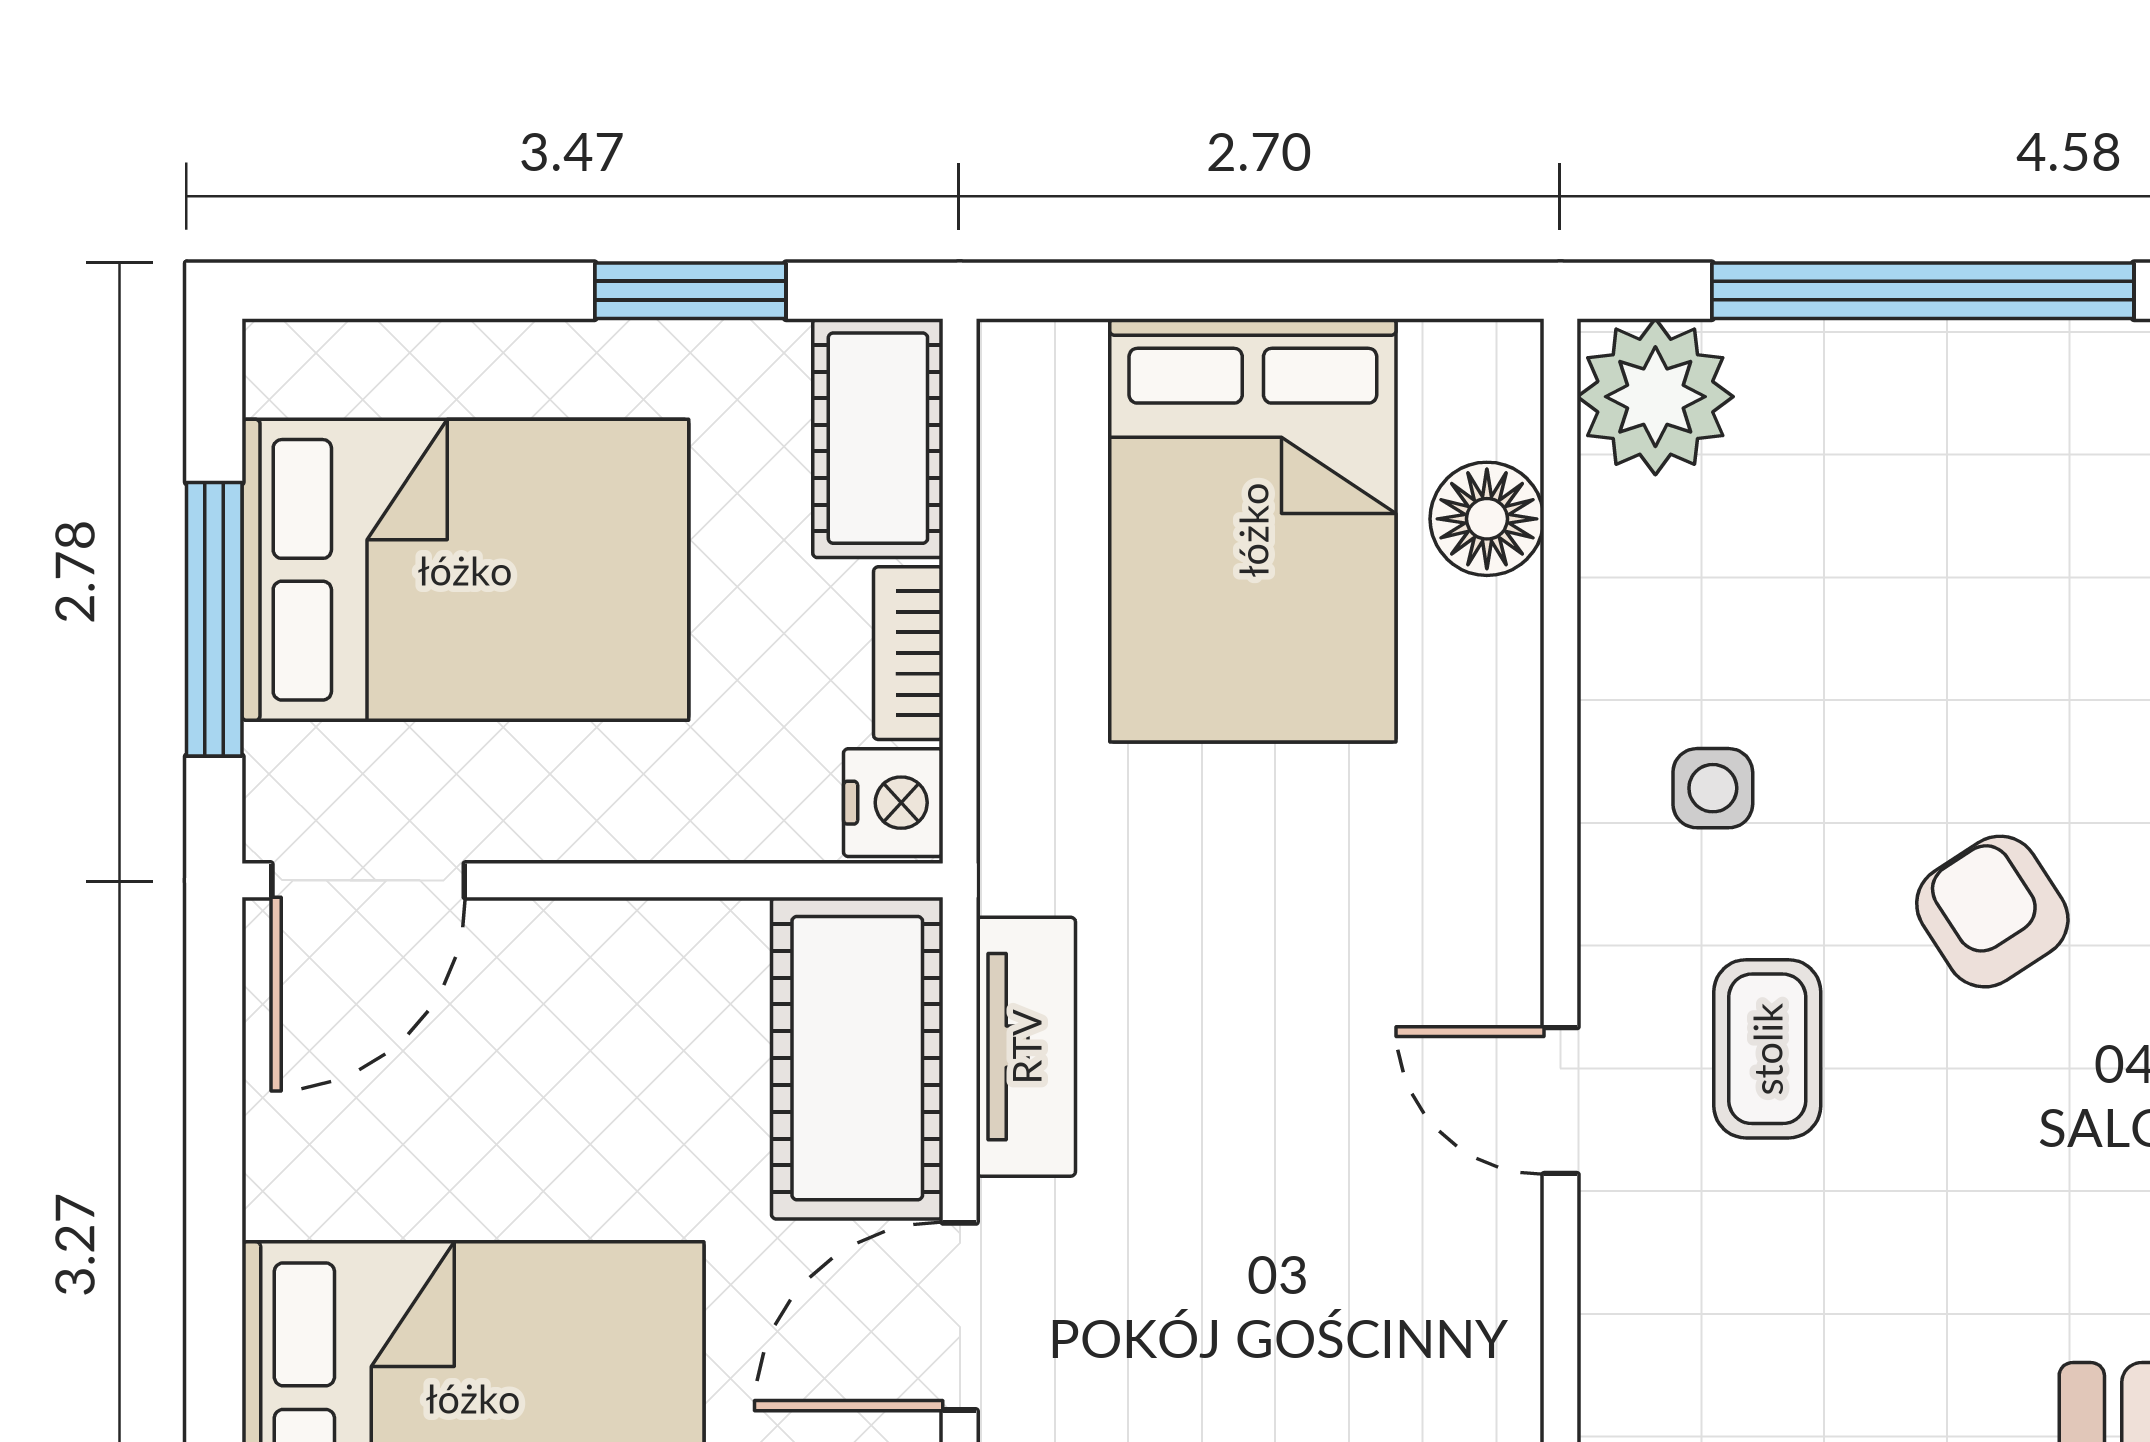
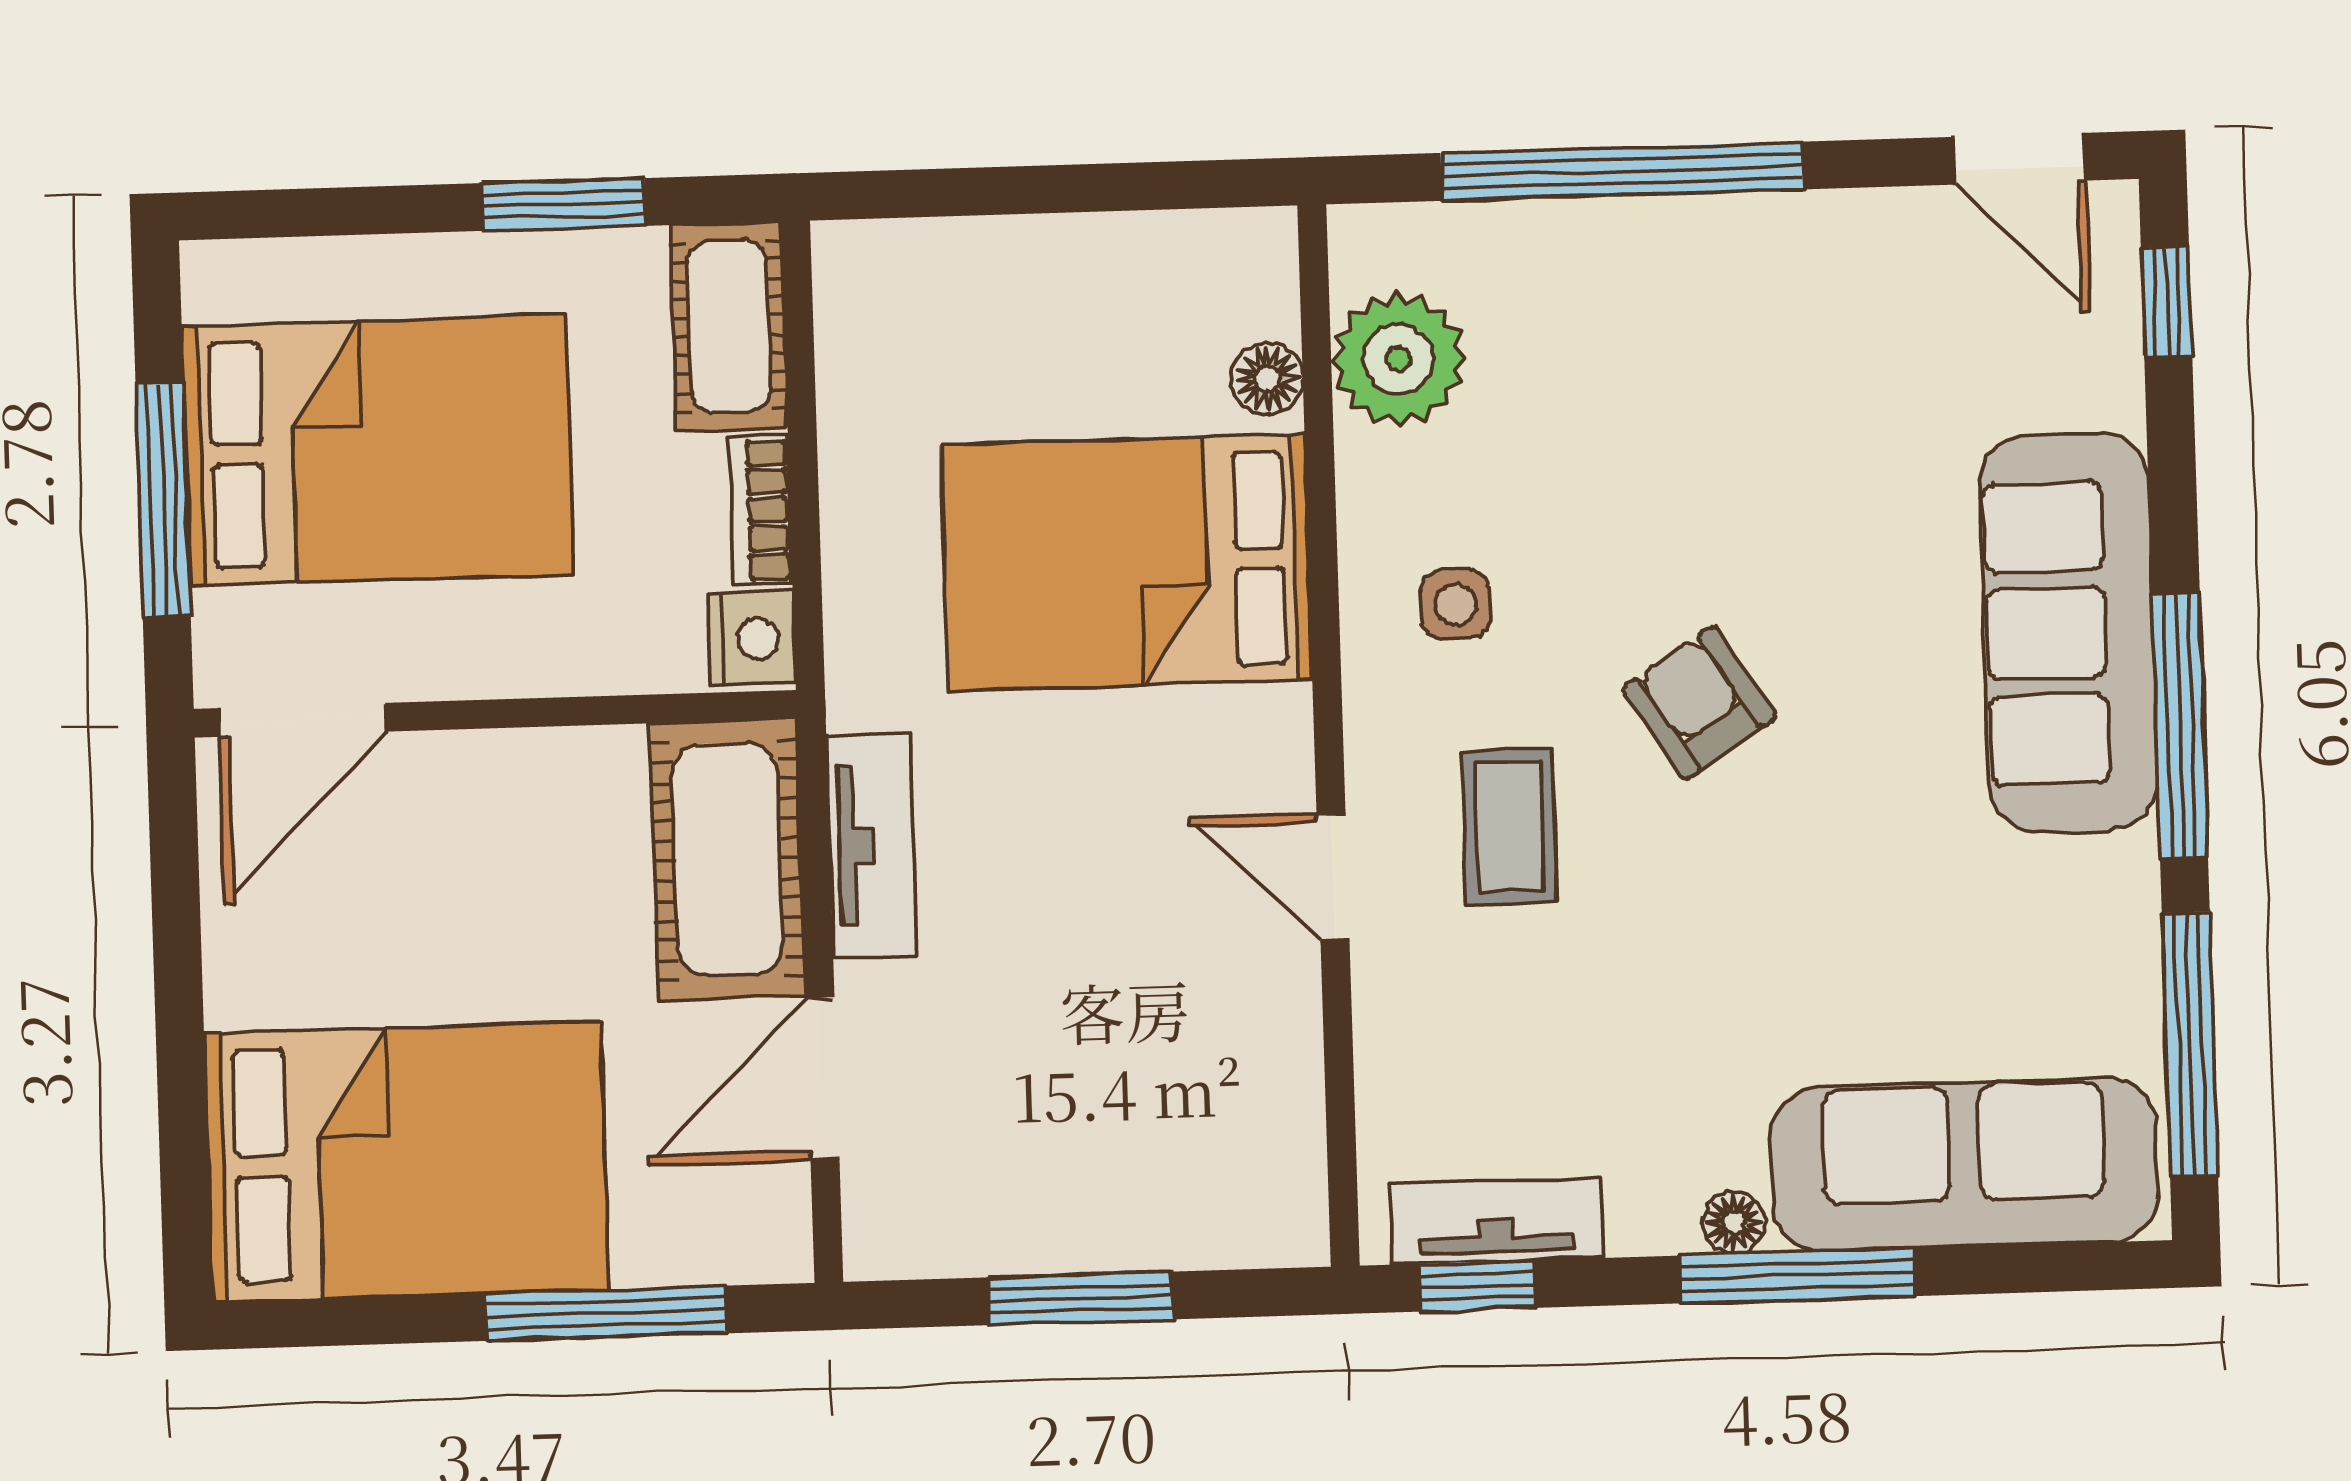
plant: (1655, 397) -> (1398, 359), moved
floor lamp: (1487, 519) -> (1267, 379), width x0.73, depth x0.73
bed: (1253, 530) -> (1127, 562), moved, turned 90

